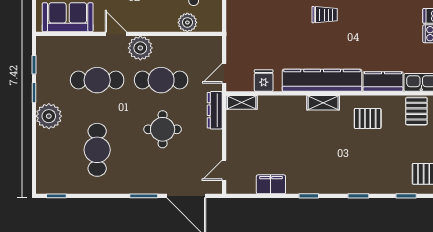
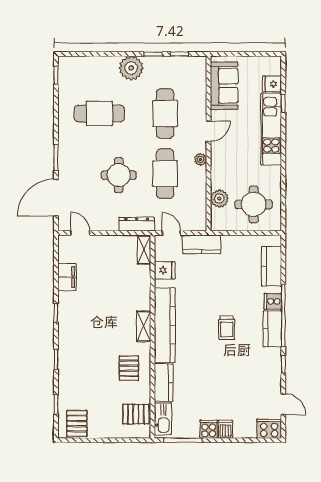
kitchen counter: (236, 41) -> (202, 244), added
plant: (140, 48) -> (201, 159), width x0.53, depth x0.53

